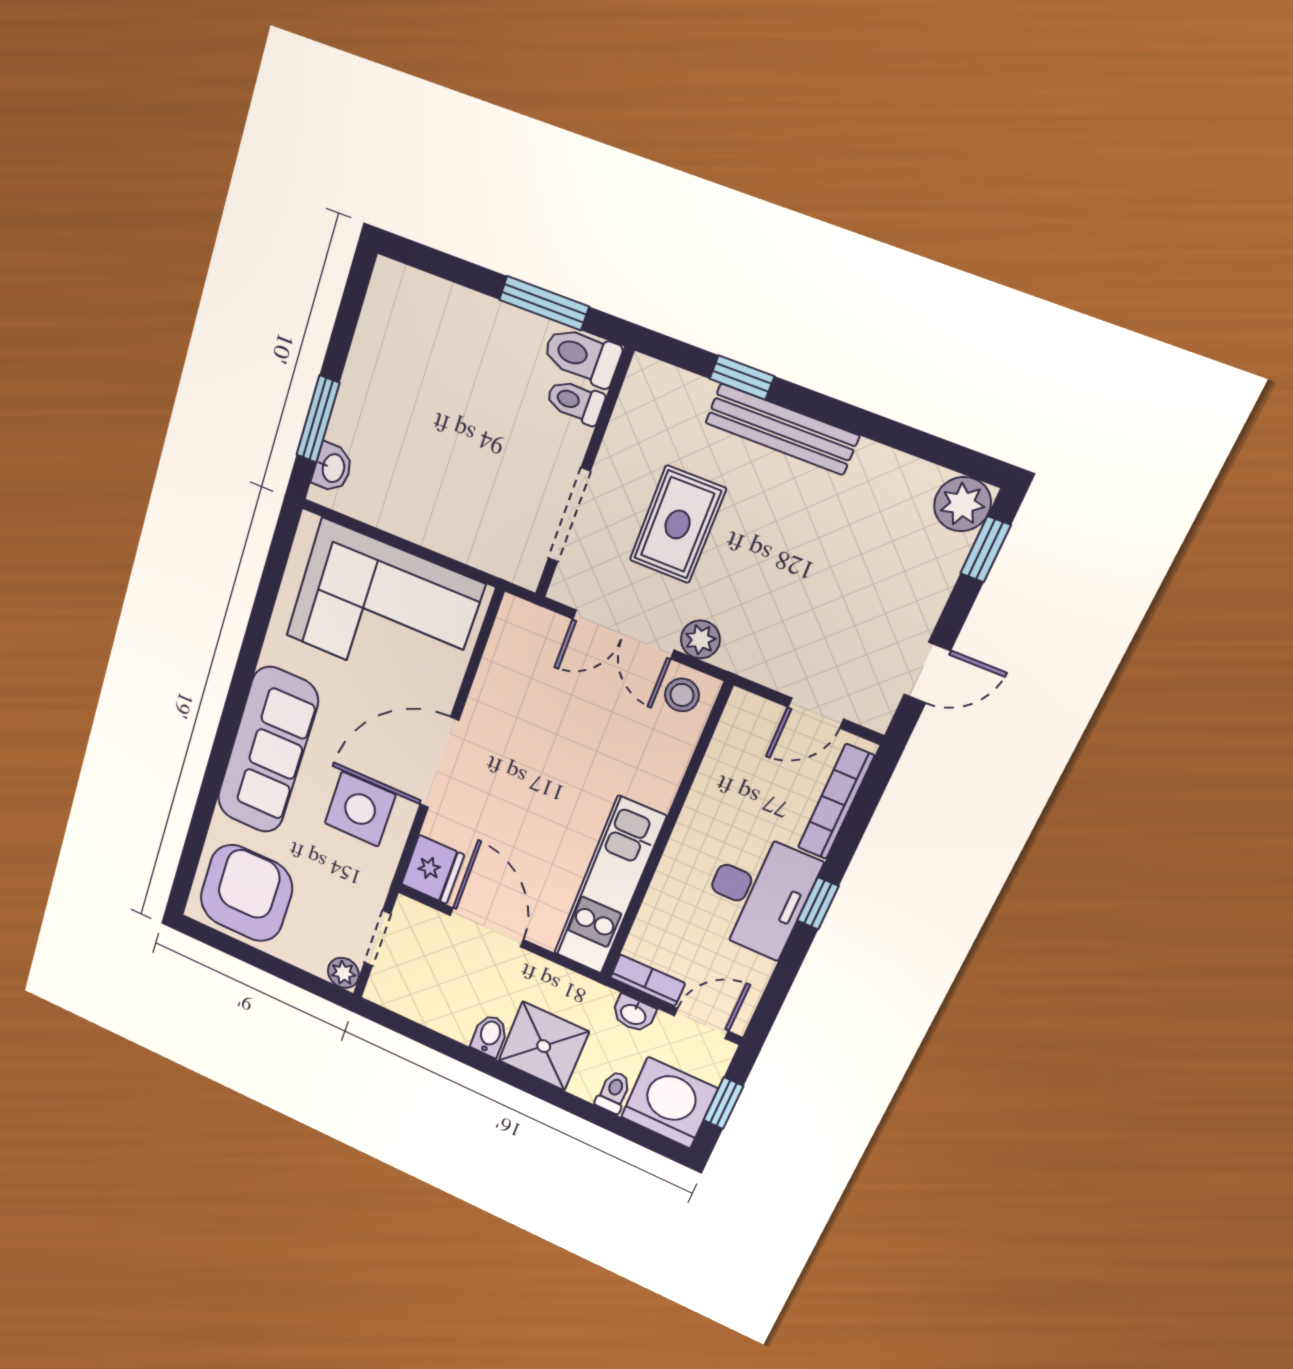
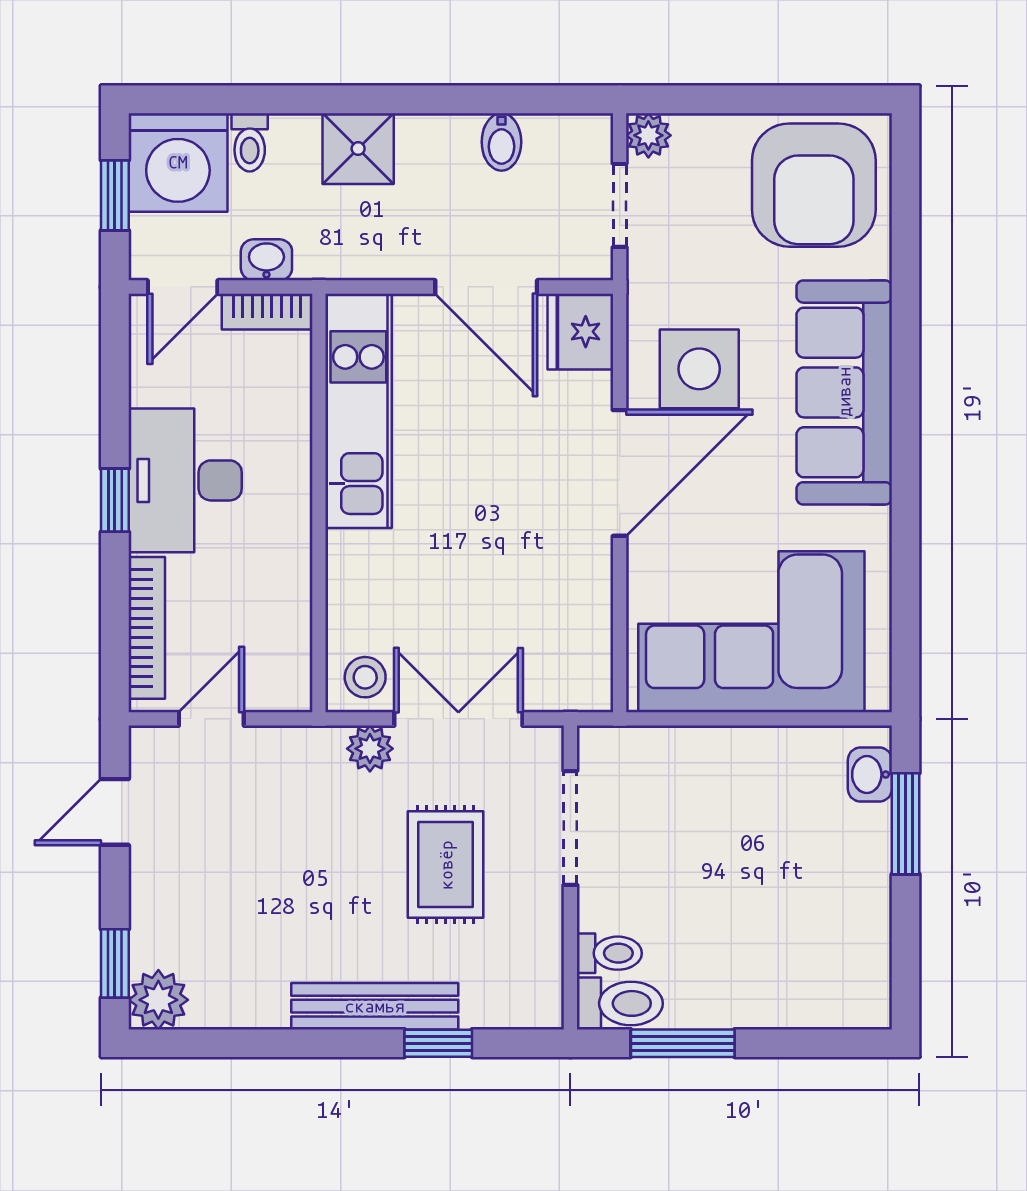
bidet: (490, 1035) -> (501, 142), moved
shower: (544, 1046) -> (358, 149), width x0.73, depth x0.73

